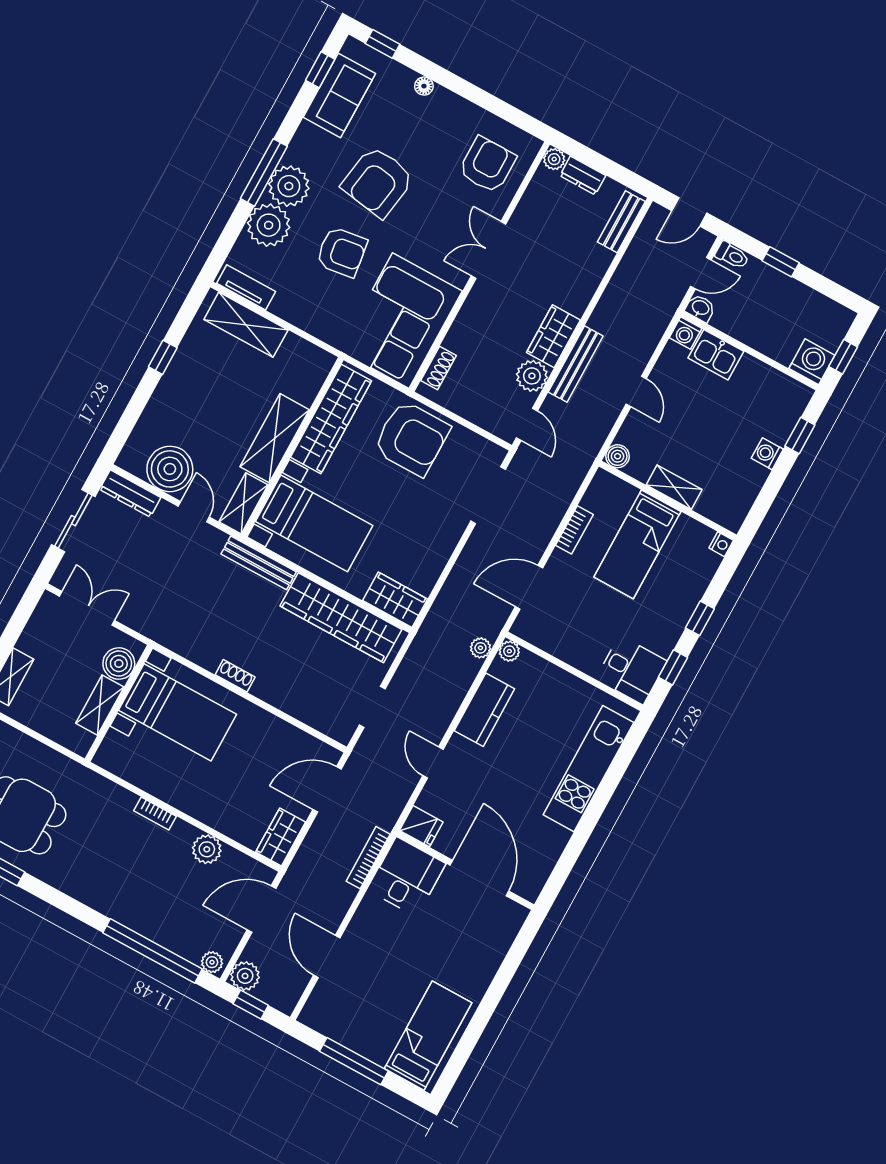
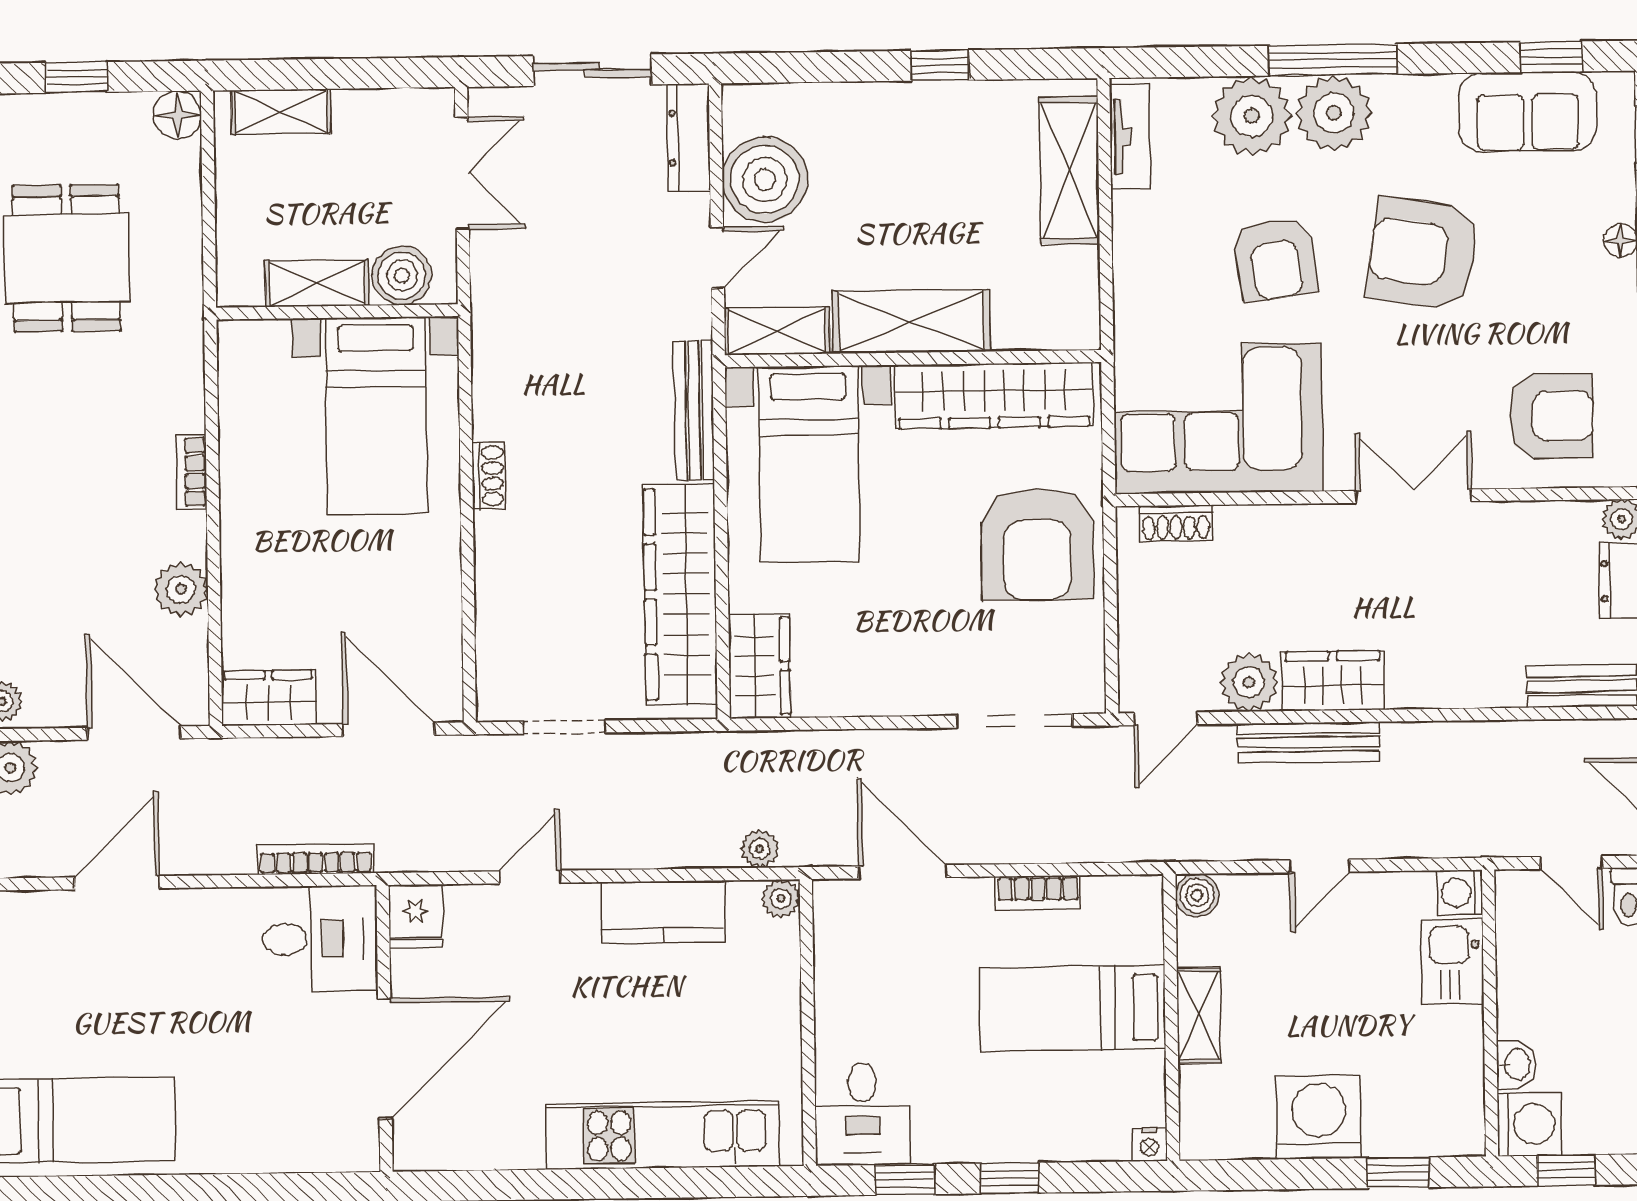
washbasin: (700, 308) -> (1516, 1064), moved
washing machine: (767, 454) -> (1319, 1117), width x1.89, depth x1.89

